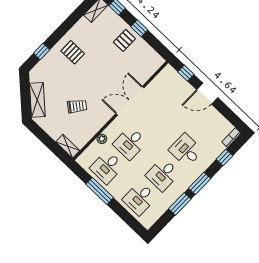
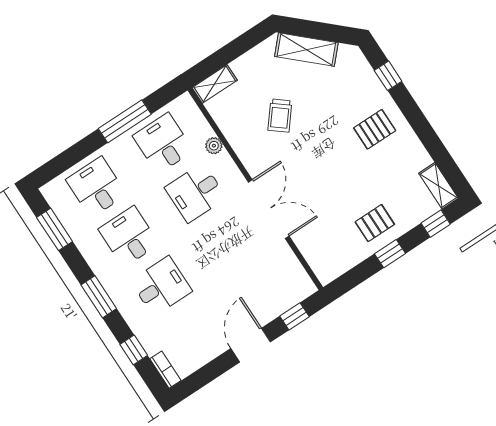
pallet: (124, 40) -> (375, 223), turned 90
desk: (130, 143) -> (196, 193), turned -90
window: (180, 204) -> (55, 229), moved

